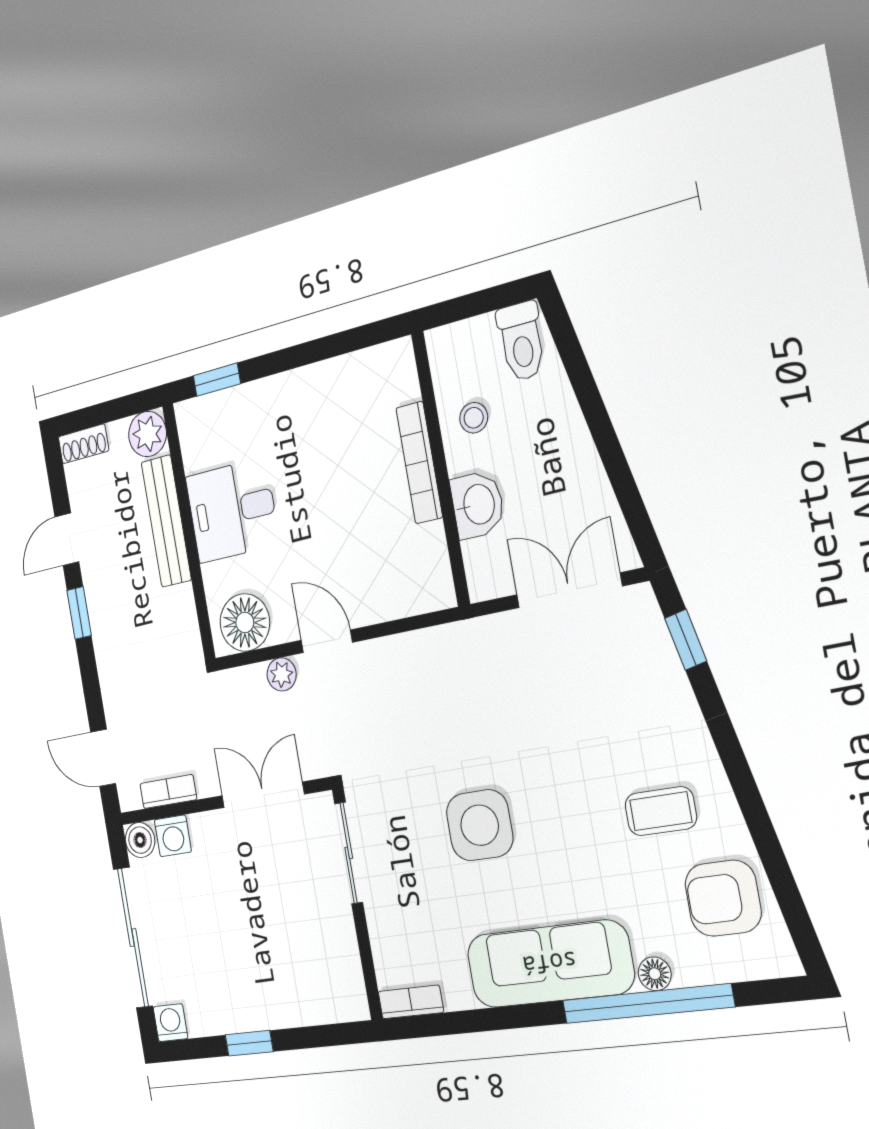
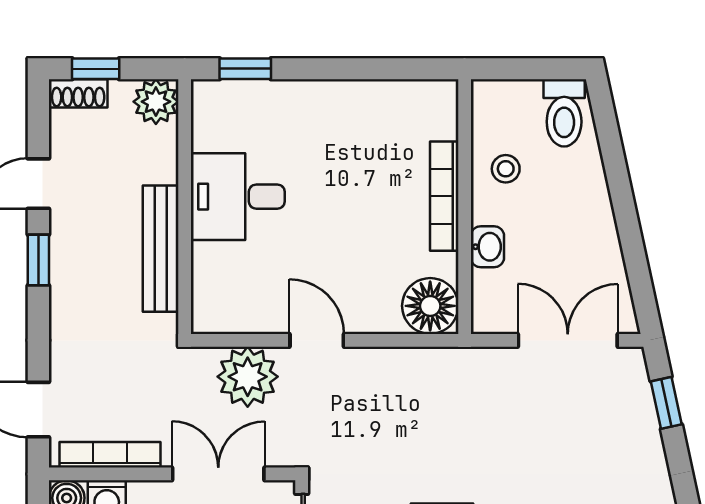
window: (93, 416) -> (96, 69), added
washbasin: (478, 505) -> (487, 247), width x0.72, depth x0.69
bench: (166, 521) -> (161, 249), moved
floor lamp: (245, 622) -> (430, 306), moved
plant: (282, 674) -> (248, 377), width x1.87, depth x1.87
bookcase: (168, 792) -> (110, 455), width x1.56

